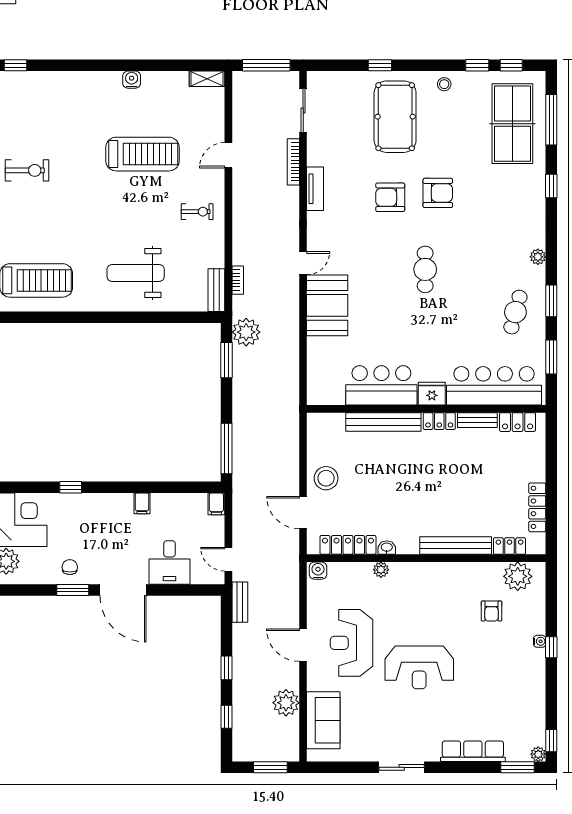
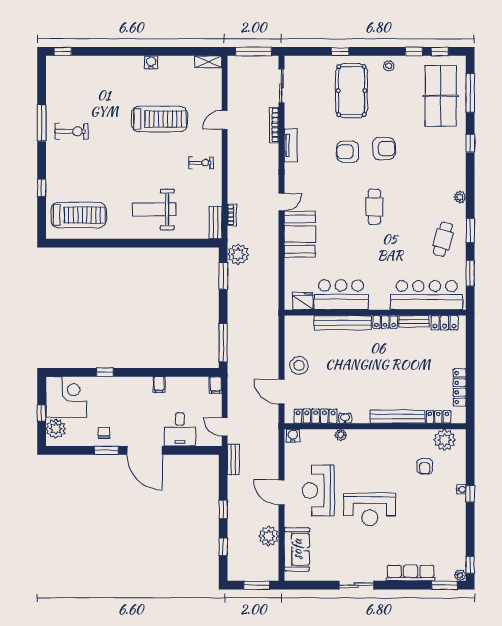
fridge: (432, 394) -> (303, 301), moved

